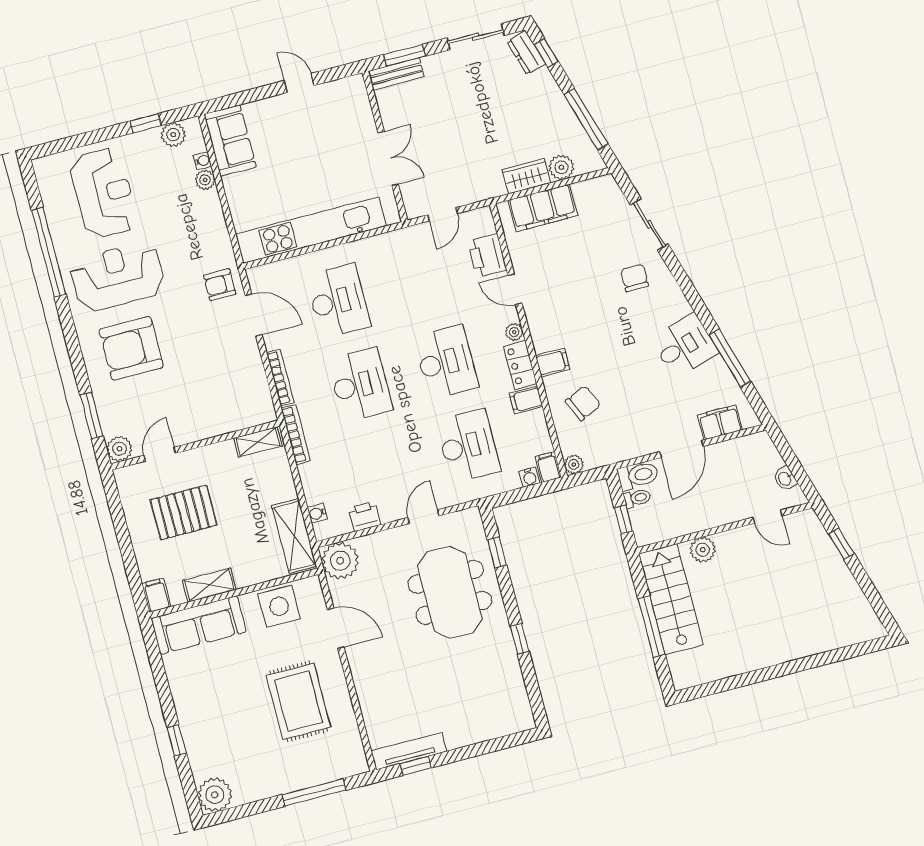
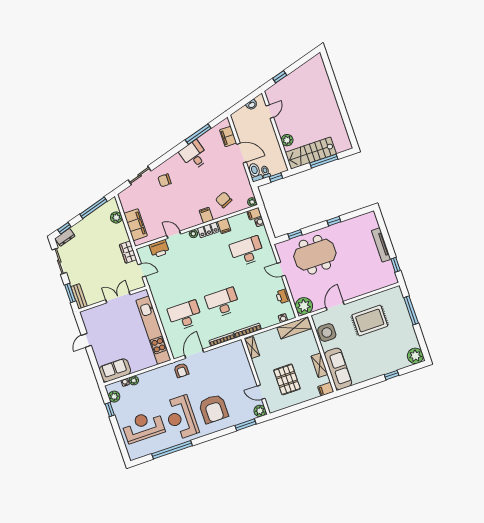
wardrobe: (526, 176) -> (128, 252), moved
door: (515, 289) -> (174, 235), swing flipped
desk: (446, 362) -> (209, 264), removed
tv unit: (409, 751) -> (381, 245), moved

